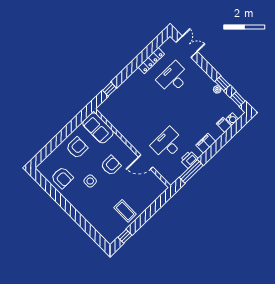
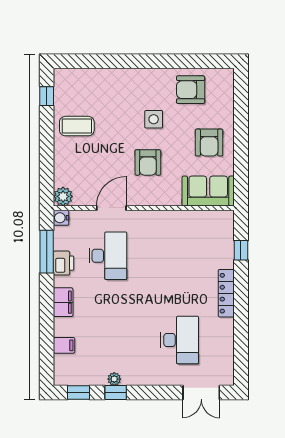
locker: (151, 61) -> (226, 293), moved
water cooler: (232, 119) -> (61, 218), moved
plant: (161, 187) -> (63, 196), added

